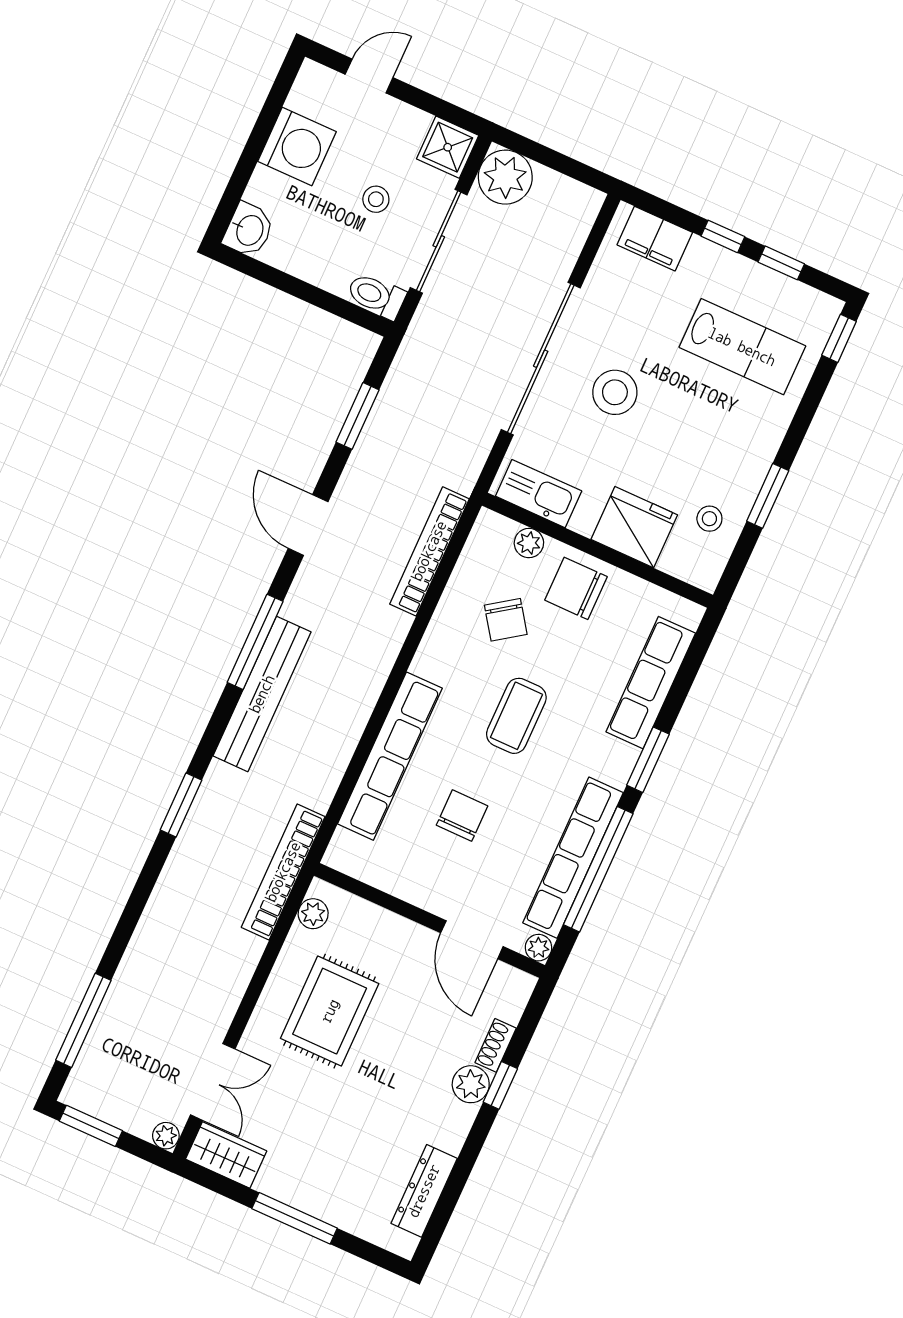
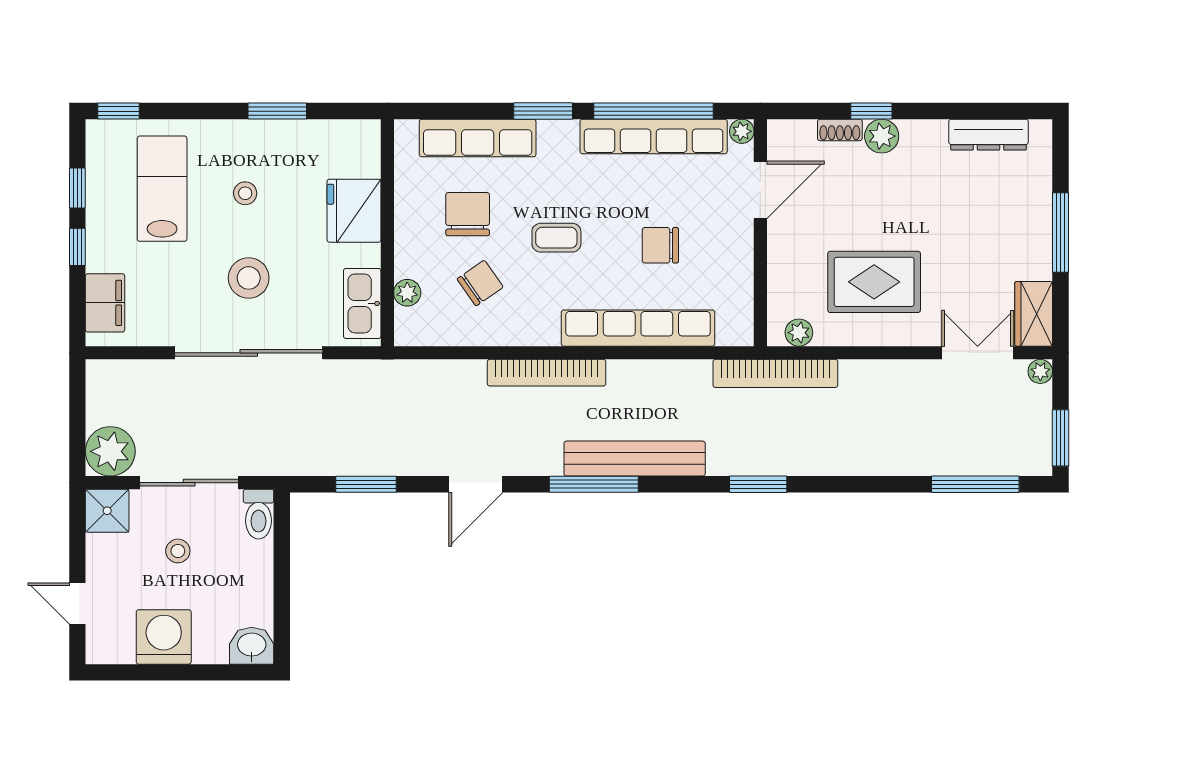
stool: (709, 519) -> (245, 193), moved
bookcase: (429, 551) -> (547, 373), moved
chair: (576, 588) -> (468, 214), moved, turned 180
coffee table: (516, 716) -> (556, 238), width x0.73, depth x0.77

